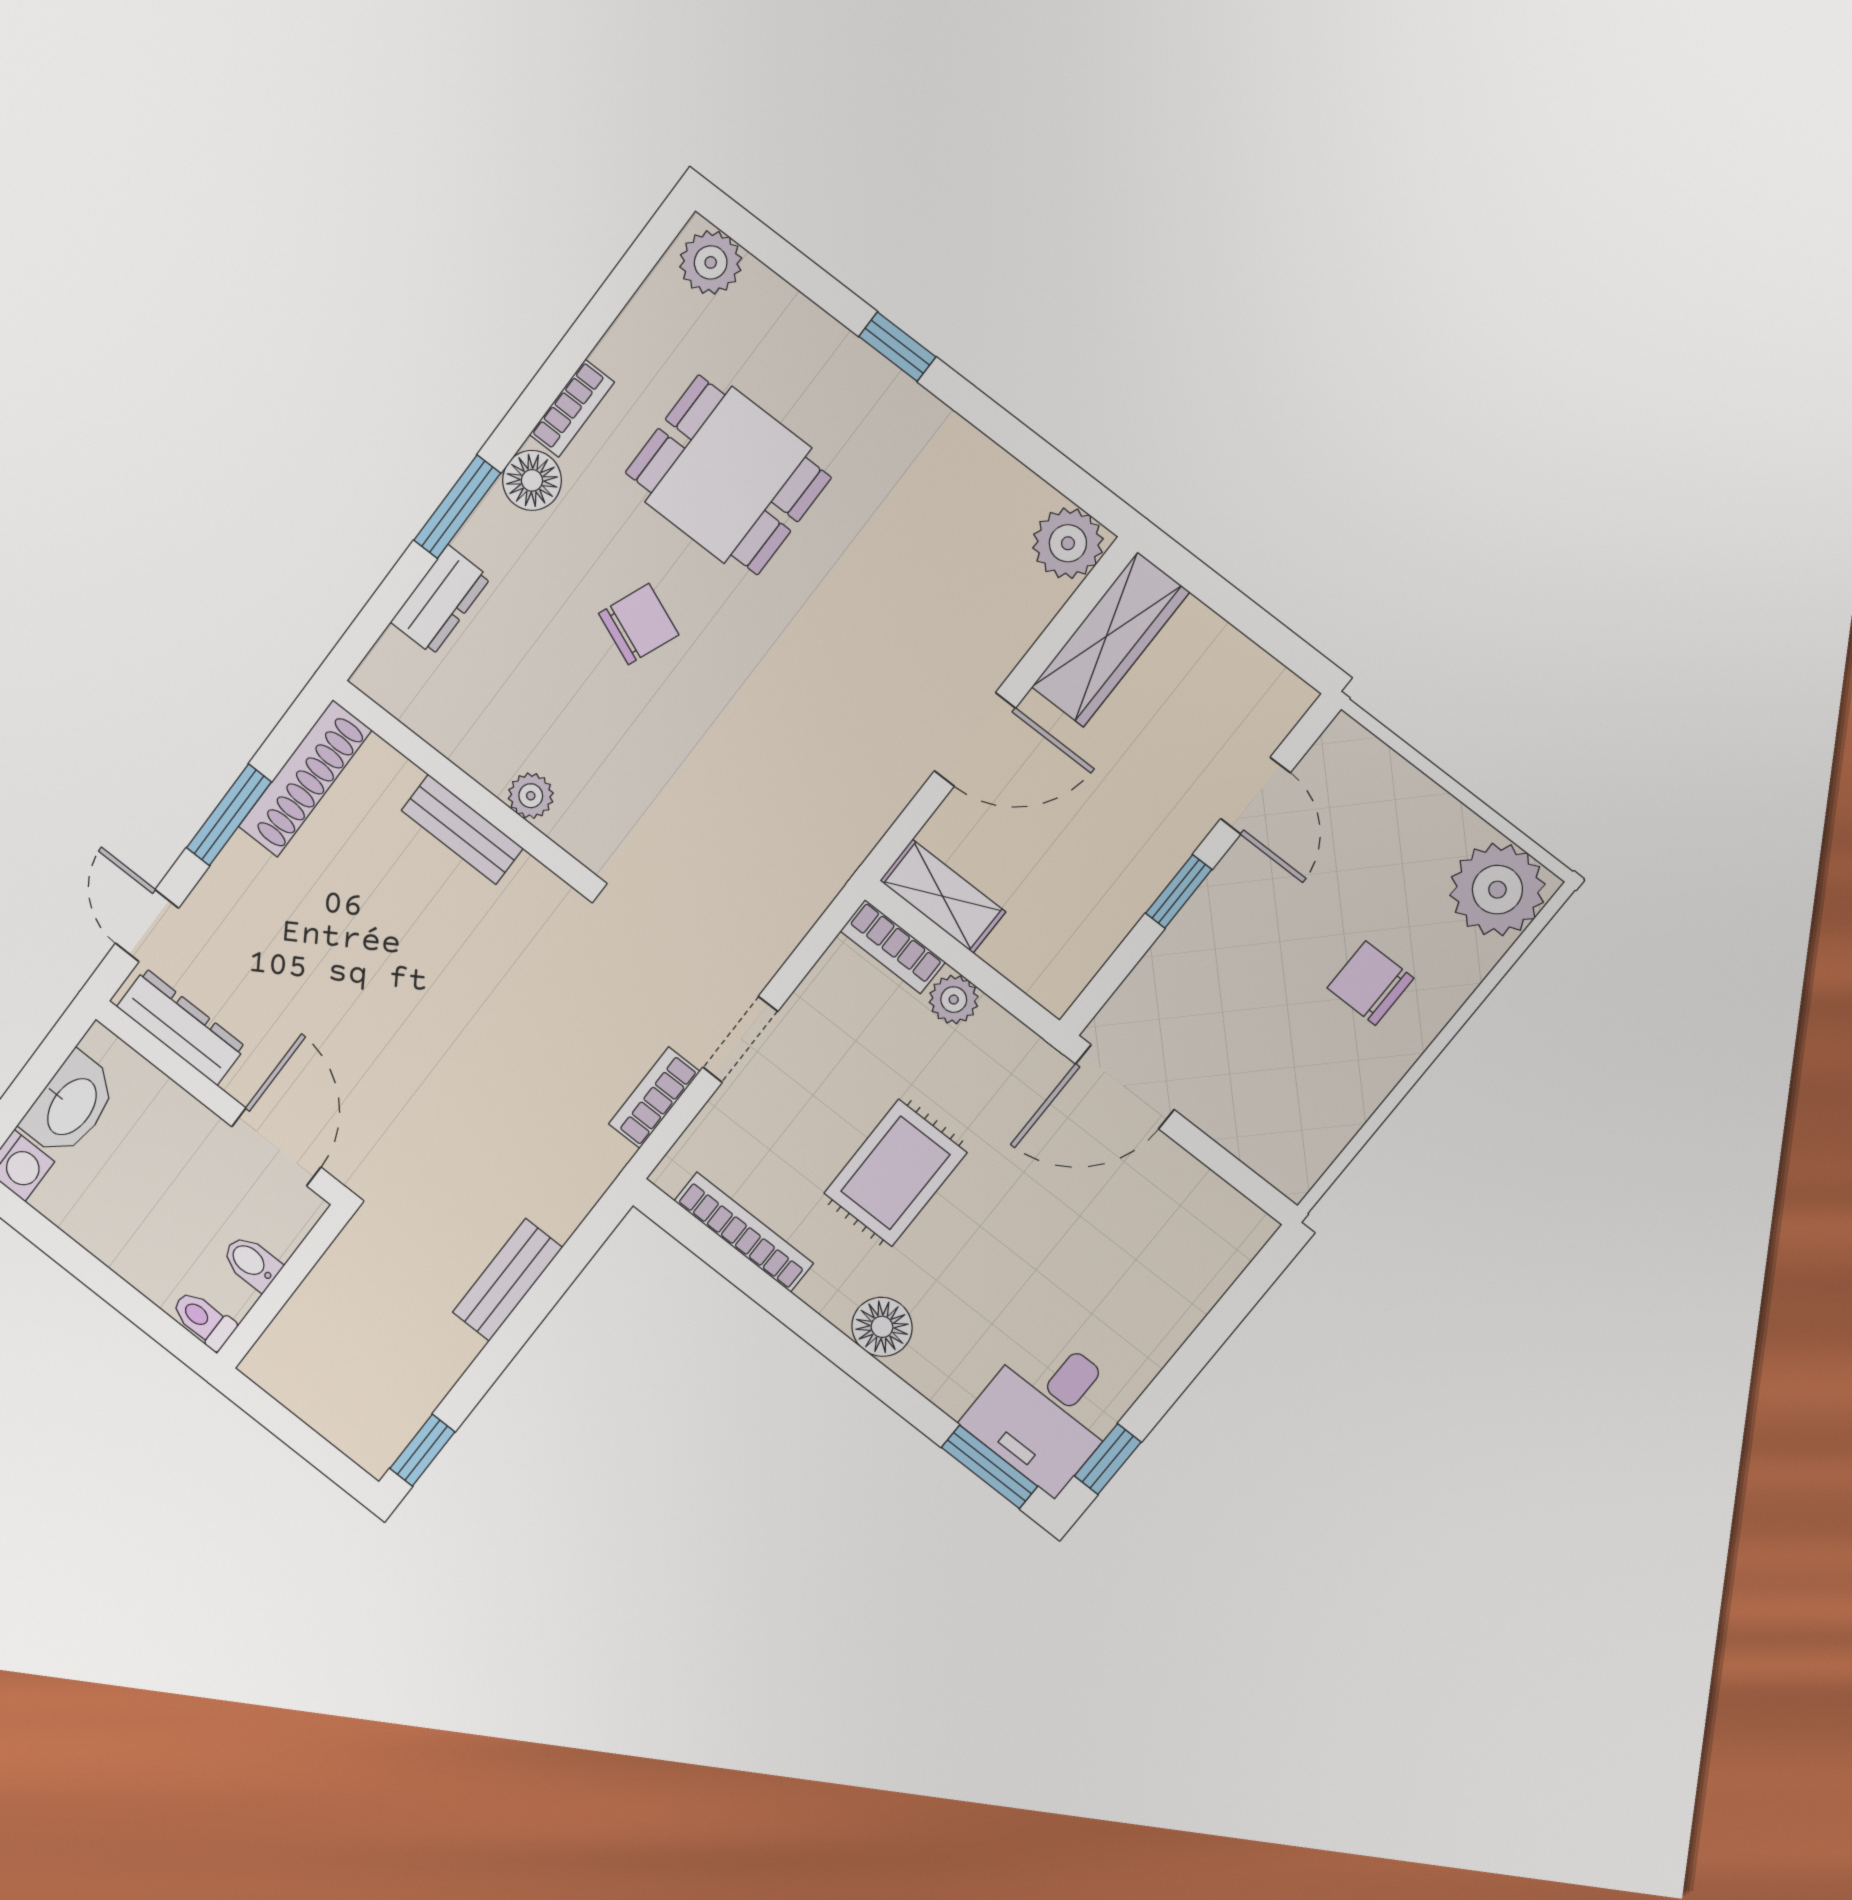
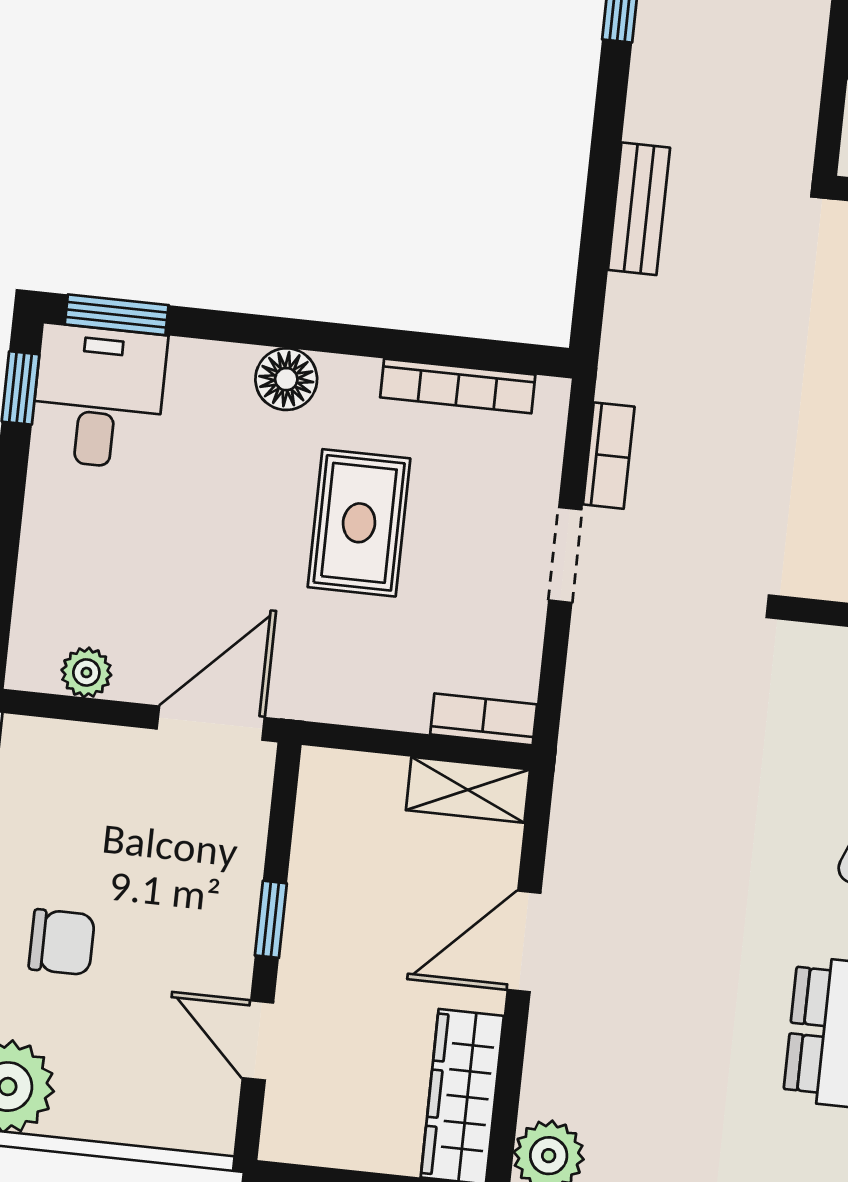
plant: (954, 1000) -> (86, 672), moved

